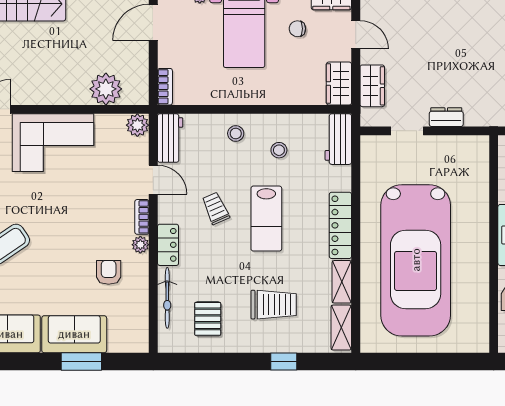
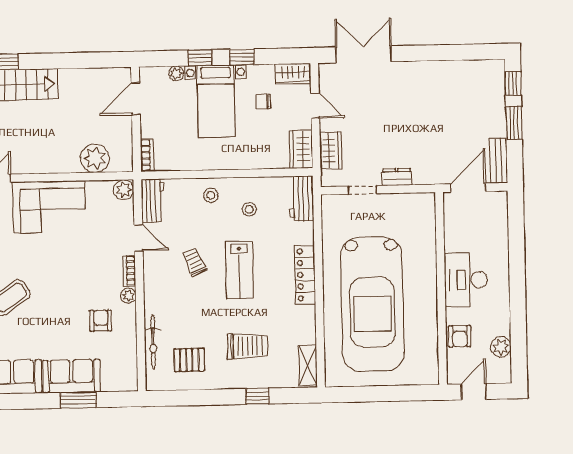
locker: (168, 245) -> (153, 295), removed
shelving: (342, 282) -> (307, 325), removed
pallet: (208, 319) -> (189, 360), turned 90

